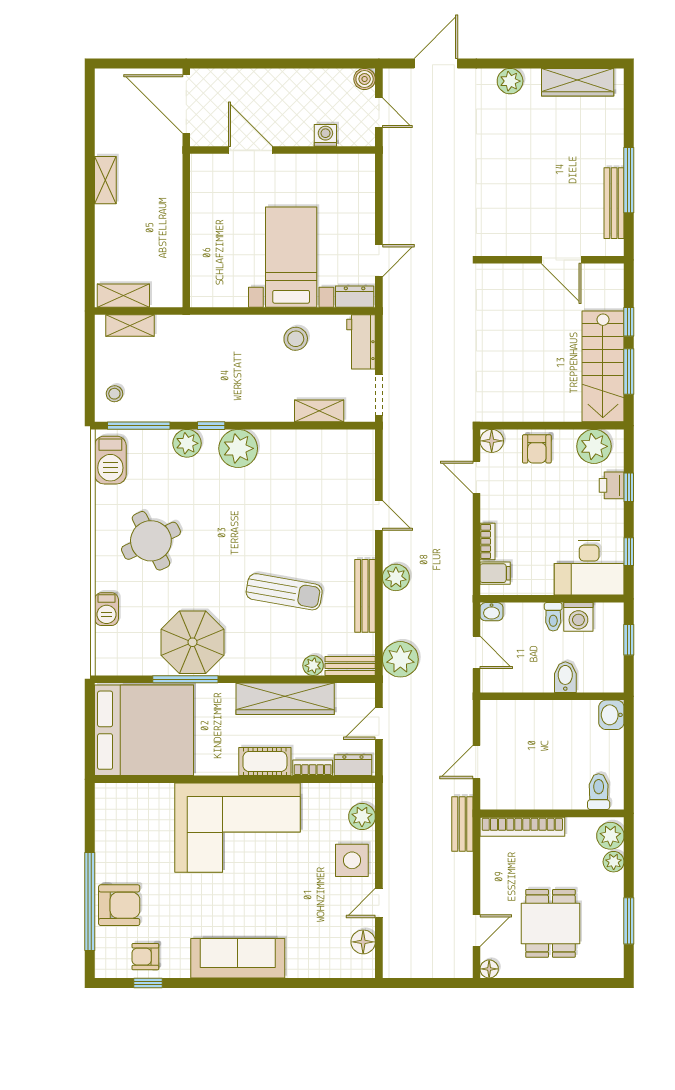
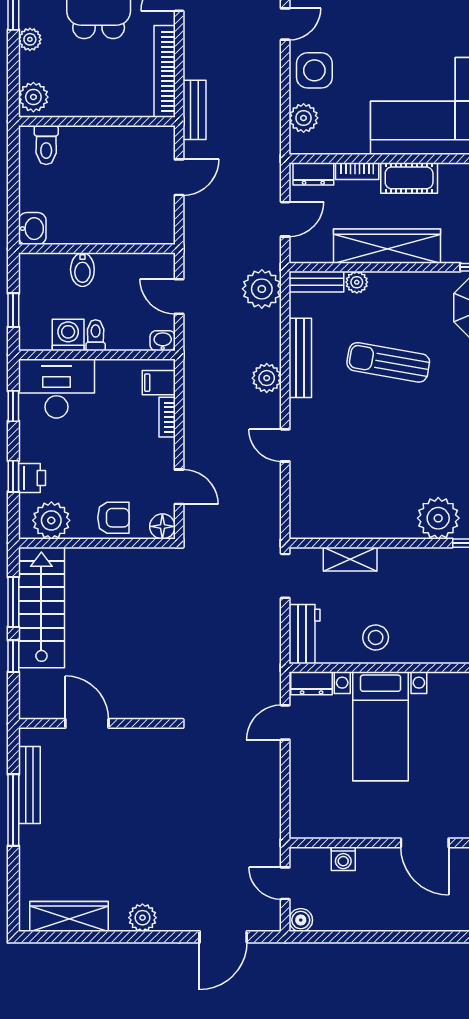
armchair: (537, 449) -> (113, 518), turned 90
bookcase: (522, 827) -> (165, 71), moved, turned -90
plant: (614, 862) -> (30, 39), moved

